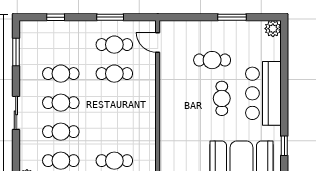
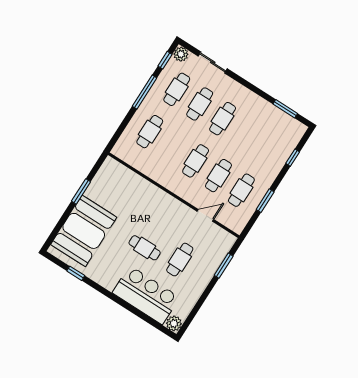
window: (232, 17) -> (224, 266), moved
door: (158, 42) -> (205, 215), moved
cafe table: (61, 74) -> (196, 161), moved
bar counter: (263, 93) -> (146, 295), moved
sliding door: (16, 113) -> (213, 62), moved

